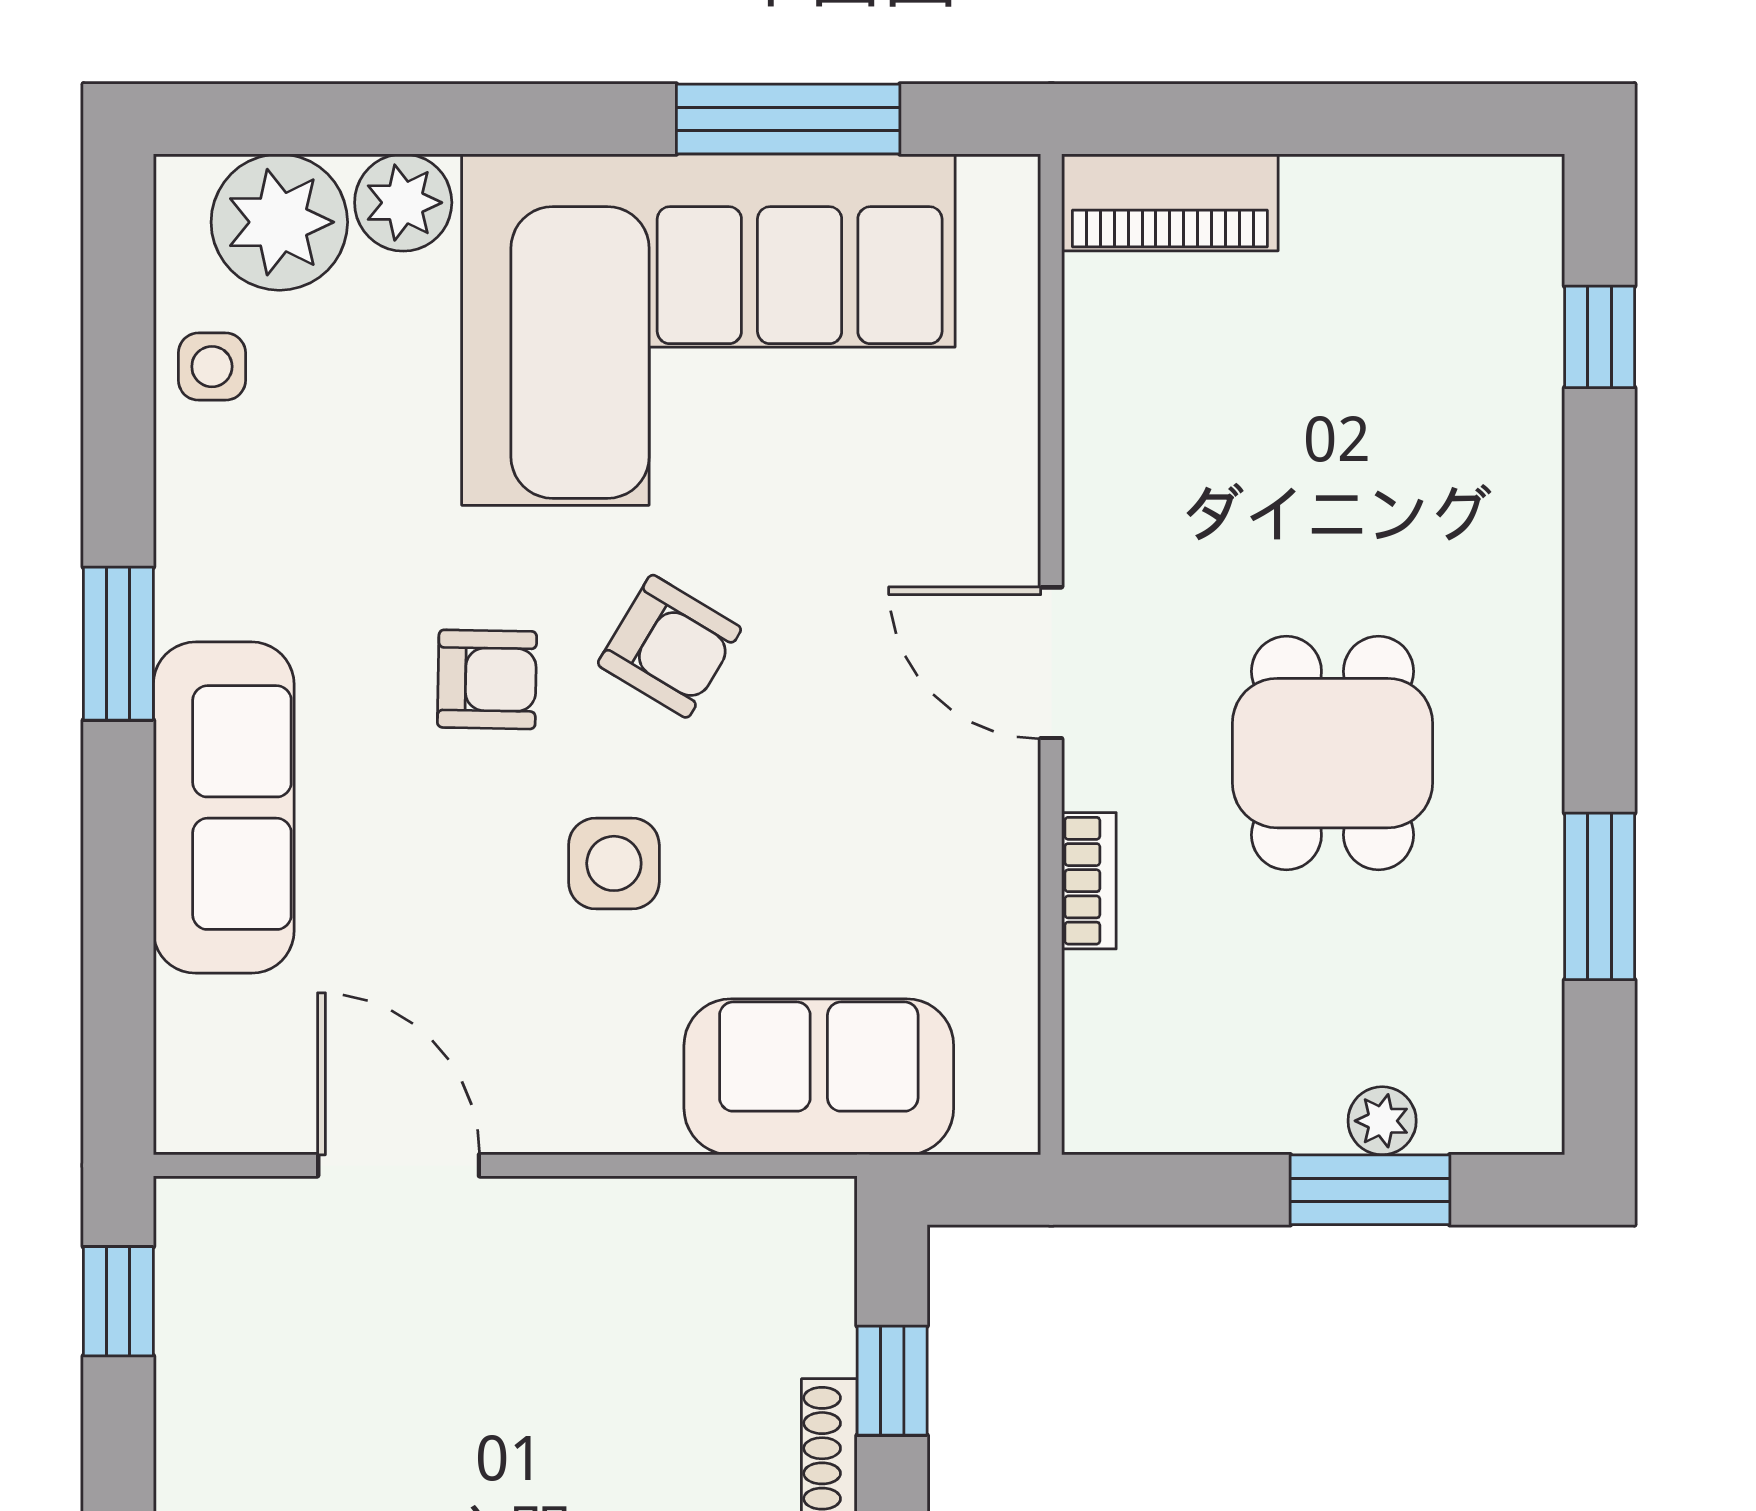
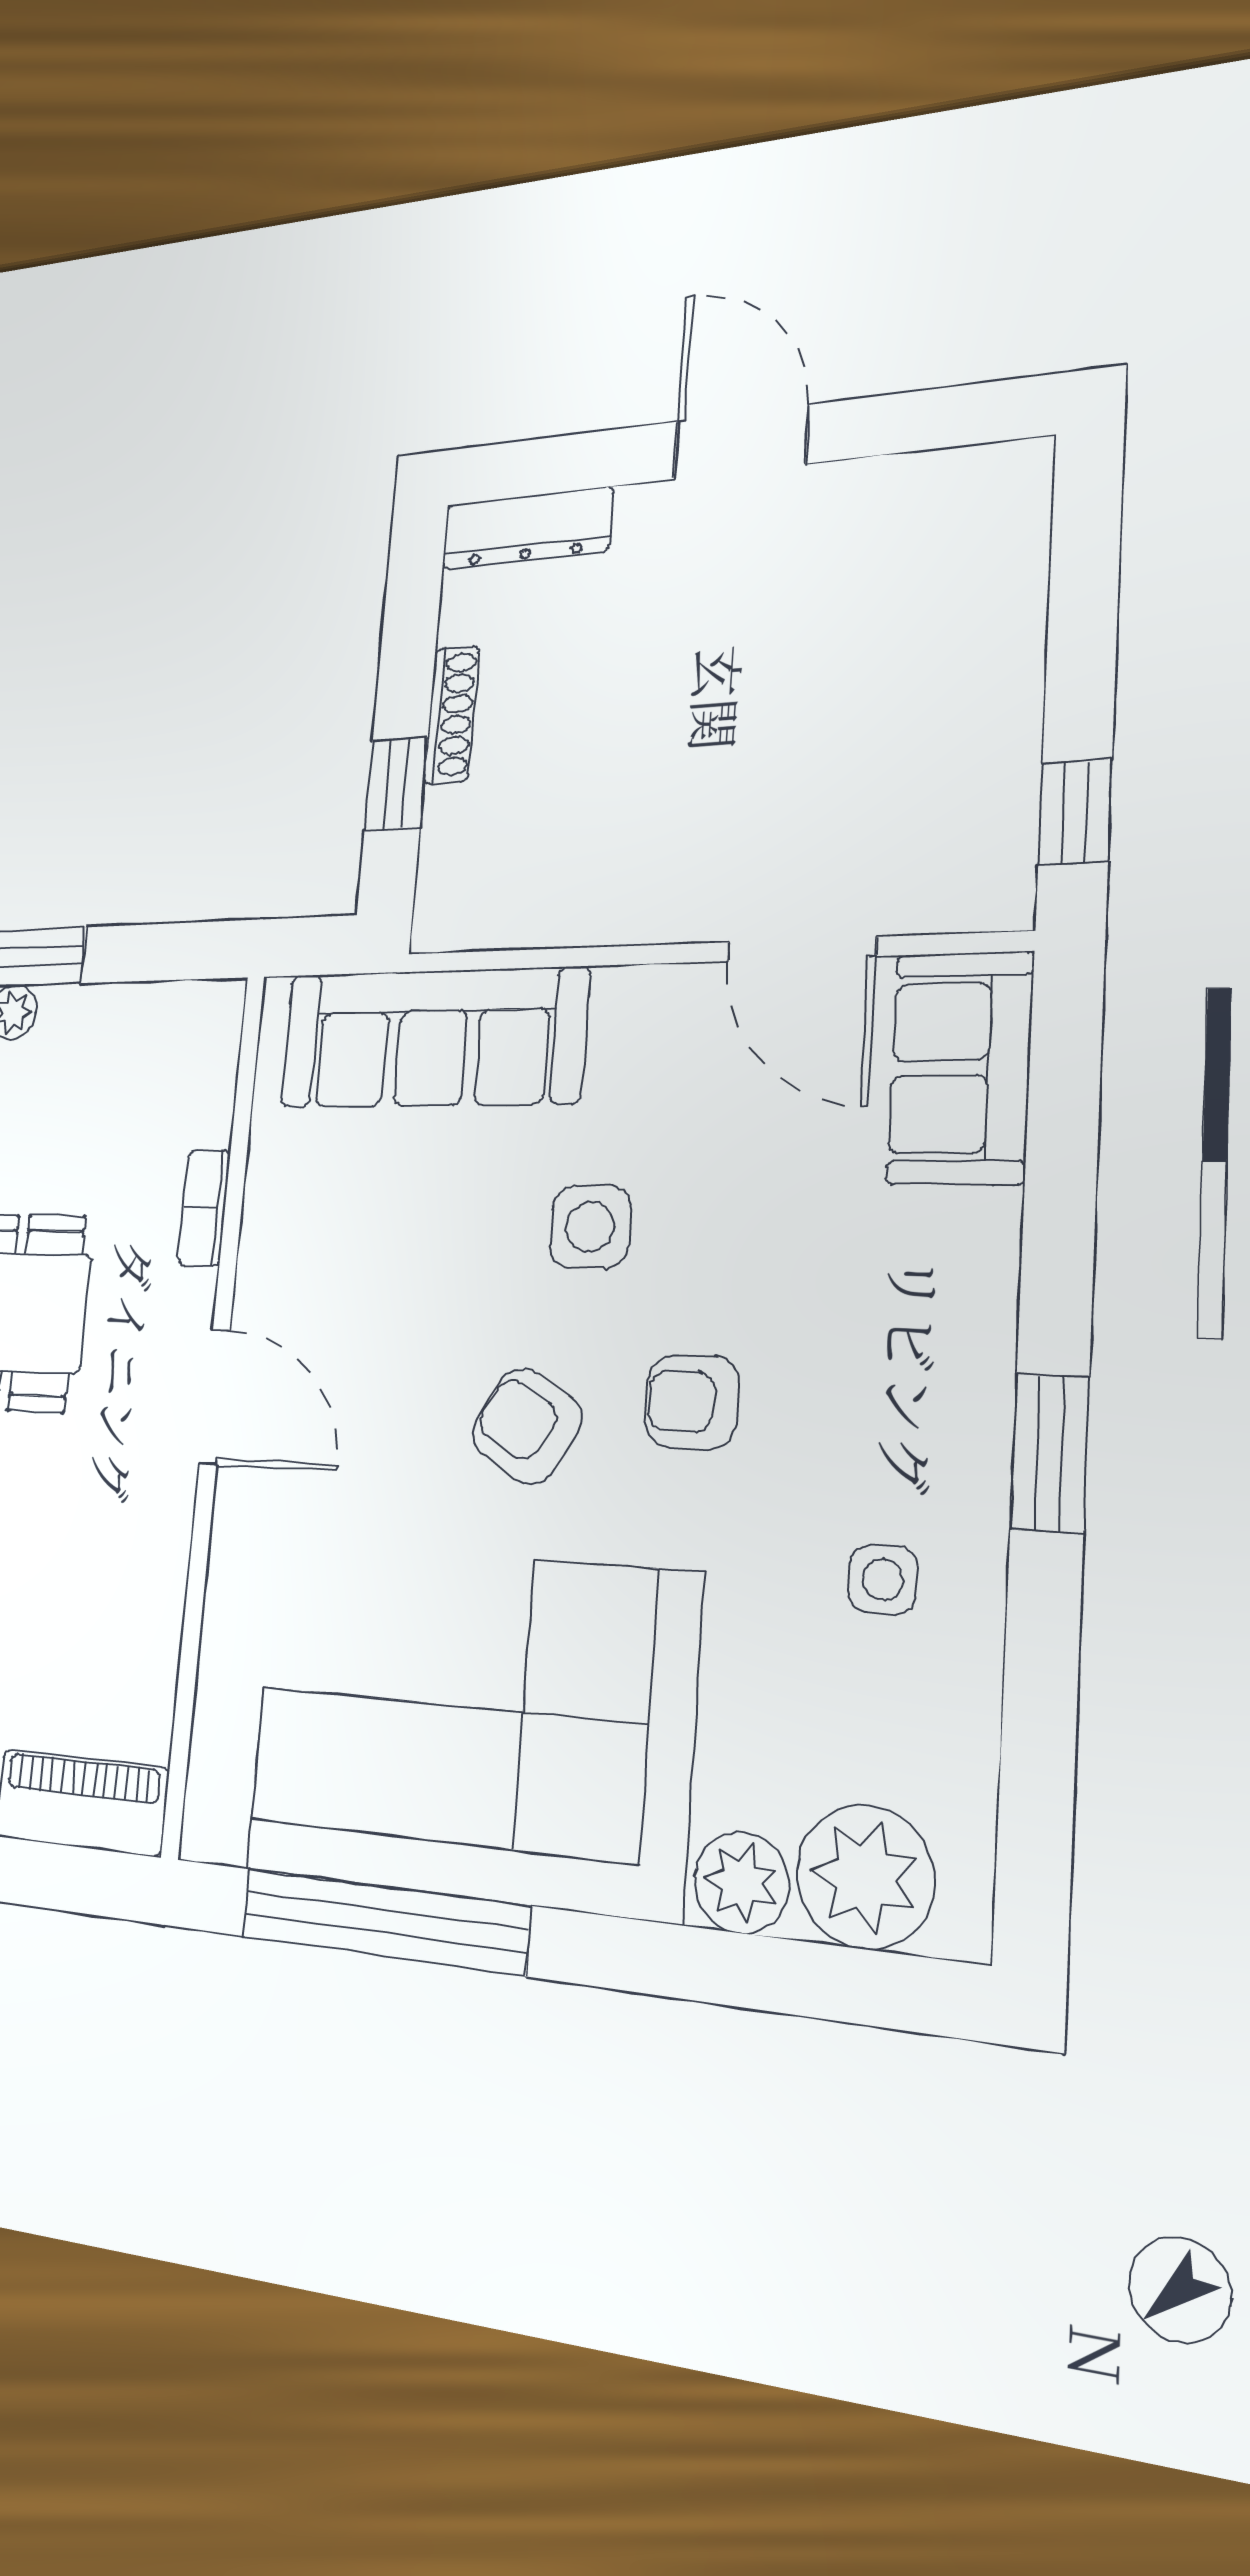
window: (788, 119) -> (384, 1921), width x1.46
side table: (212, 367) -> (883, 1580), moved
sofa: (224, 808) -> (960, 1068), moved, width x0.73
sofa: (819, 1077) -> (432, 1038), width x1.36

